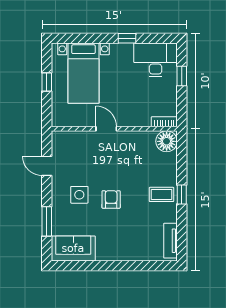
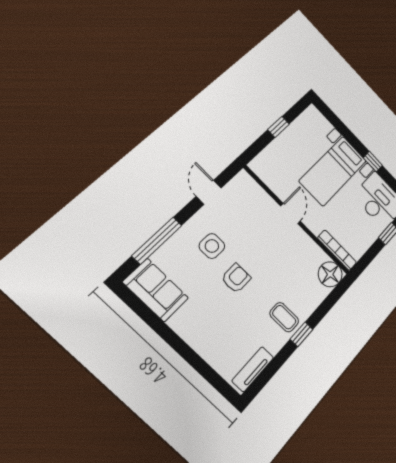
bed with nightstands: (83, 73) -> (333, 171), moved
bookcase: (164, 122) -> (337, 250), width x1.56
window: (47, 221) -> (157, 240), width x1.44

